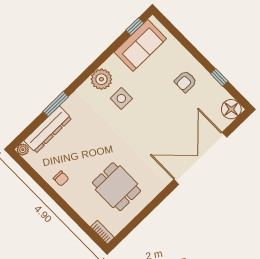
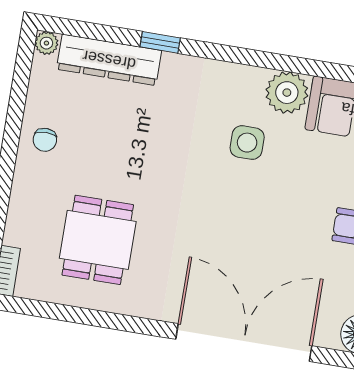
plant: (101, 79) -> (287, 93), moved
window: (56, 104) -> (160, 42), width x0.67

